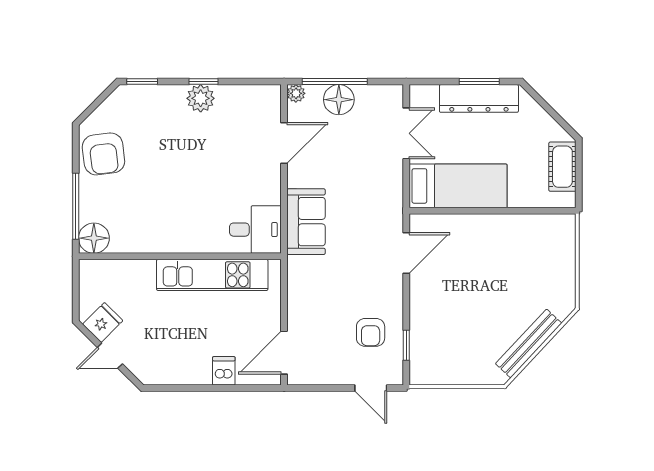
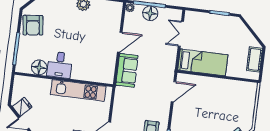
dresser: (479, 98) -> (218, 21), removed
double door: (406, 133) -> (181, 34), swing flipped
door: (284, 143) -> (120, 42), moved
desk: (255, 230) -> (60, 65), moved, turned 90
floor lamp: (94, 238) -> (39, 67), moved

